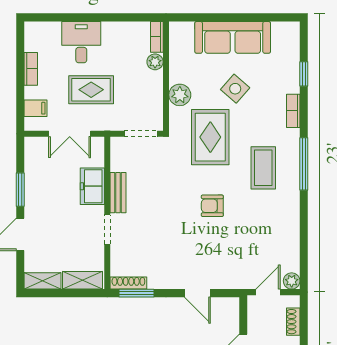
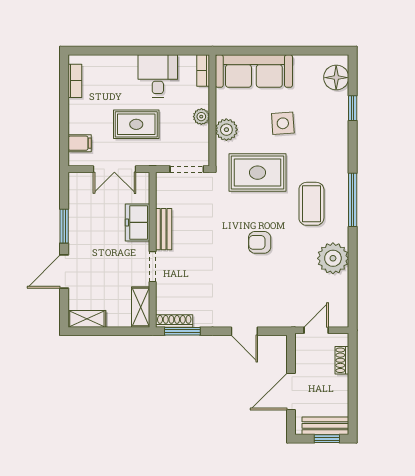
sofa: (233, 37) -> (254, 71), moved
desk: (81, 42) -> (158, 76), moved
floor lamp: (288, 44) -> (336, 78), added
plant: (155, 62) -> (201, 117), moved
bookcase: (31, 69) -> (75, 81), moved
side table: (235, 89) -> (283, 123), turned 45
bookcase: (293, 111) -> (342, 146), removed
rug: (210, 137) -> (257, 173), turned 90
shelving: (82, 280) -> (141, 307), moved, turned 90
plant: (292, 281) -> (333, 258), moved, width x1.88, depth x1.88

